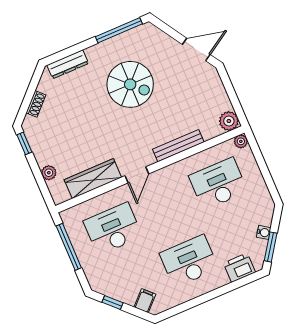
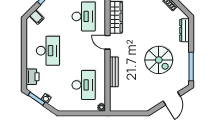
door: (196, 49) -> (172, 99), moved
spiral stairs: (130, 84) -> (159, 60), turned -90
plant: (229, 121) -> (115, 105), removed

